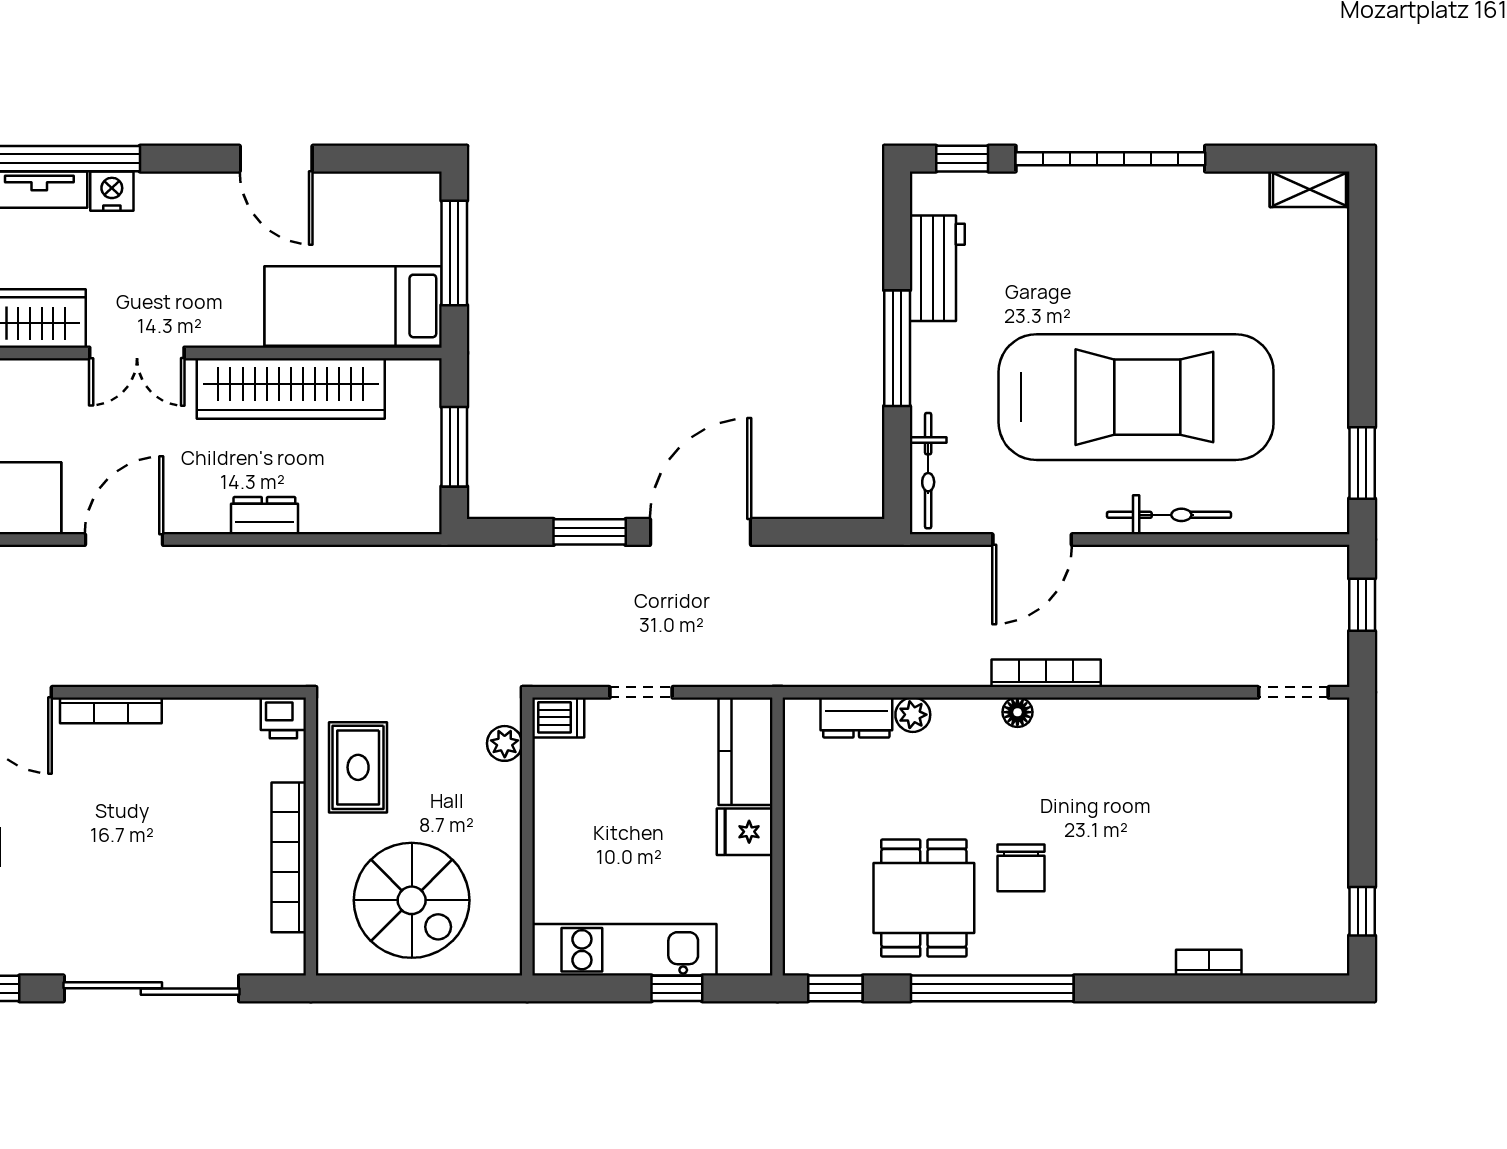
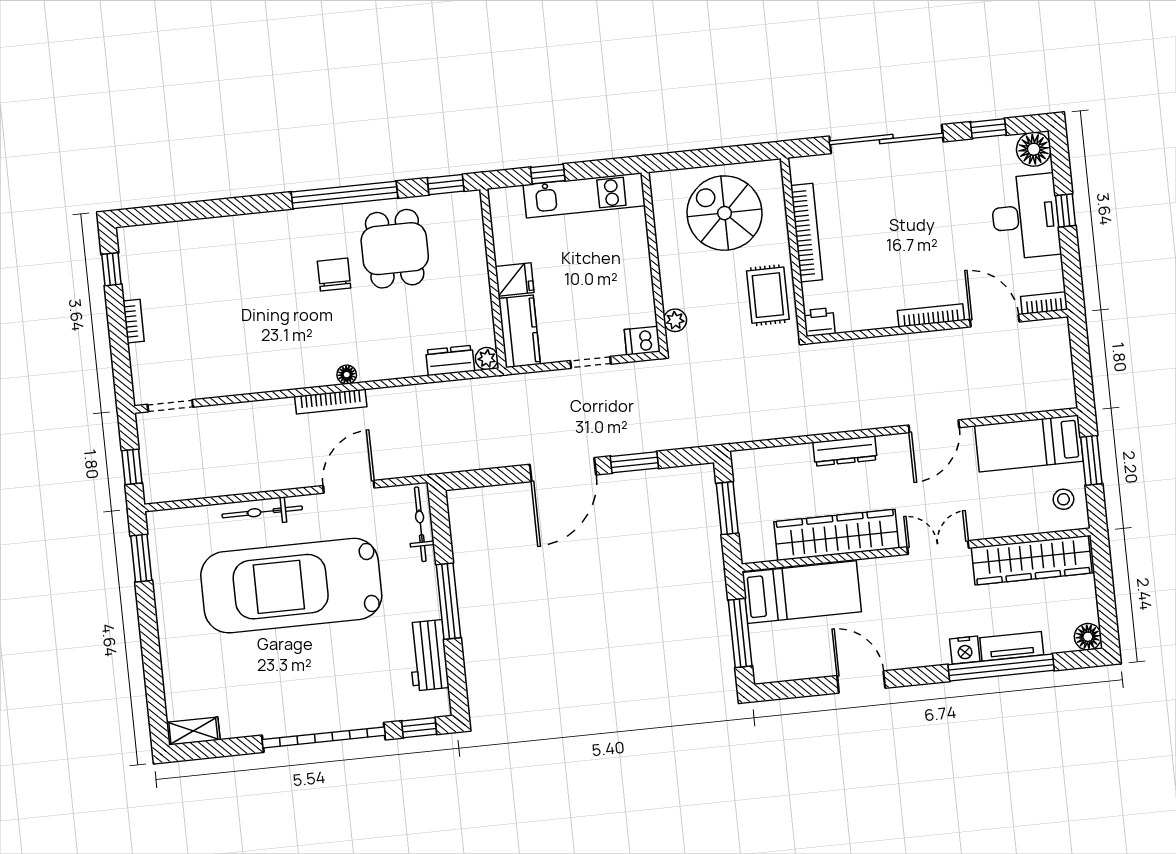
dresser: (264, 516) -> (845, 451), width x1.44
plant: (913, 715) -> (487, 359), moved
bookcase: (1209, 963) -> (134, 321), moved, turned -90

